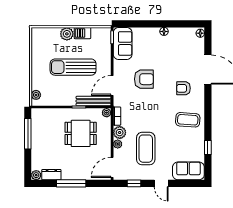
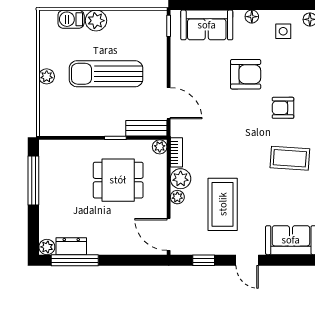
barbecue: (82, 33) -> (71, 19), moved
side table: (184, 41) -> (283, 31), added
sofa: (123, 43) -> (207, 25), moved, turned 90
armchair: (144, 79) -> (246, 74), moved
door: (112, 85) -> (169, 103), swing flipped
plant: (36, 95) -> (47, 76), moved
bench: (94, 101) -> (146, 128), width x0.73
door: (112, 167) -> (169, 234), hinge flipped
window: (71, 183) -> (75, 260), moved

